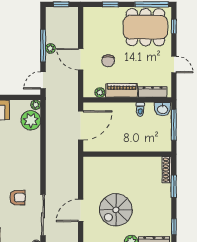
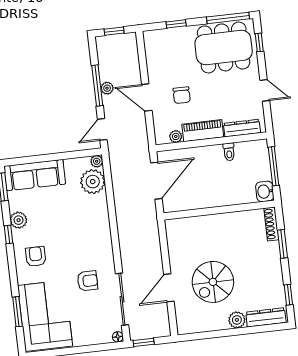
washbasin: (163, 109) -> (265, 191), moved, turned 90

